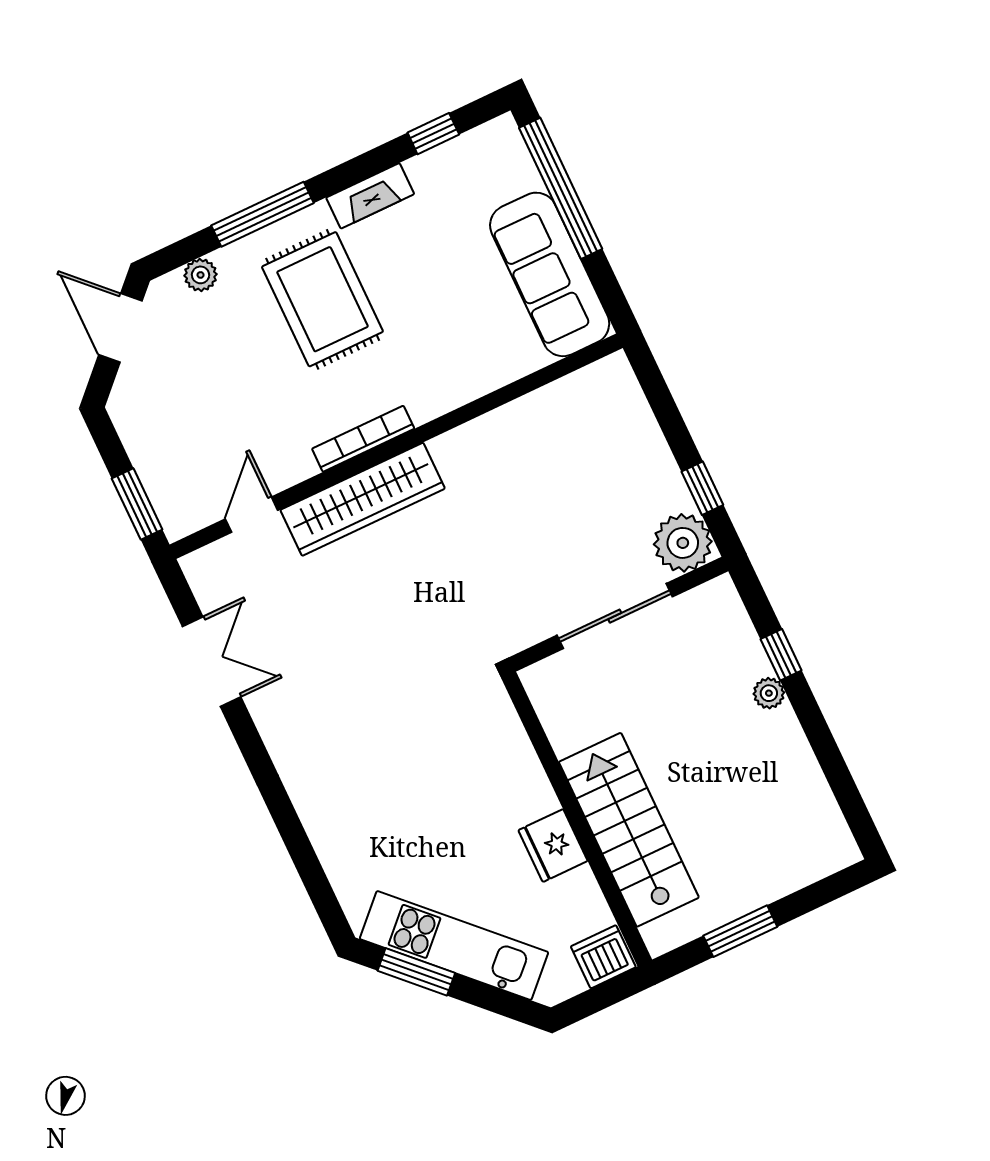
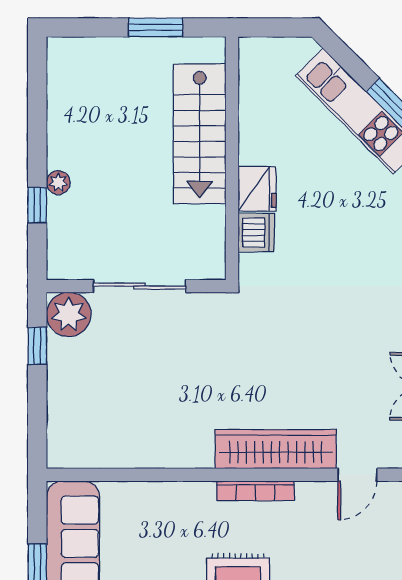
fridge: (553, 846) -> (257, 189), moved
dishwasher: (603, 957) -> (256, 233), moved, turned -90

